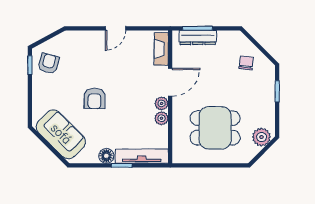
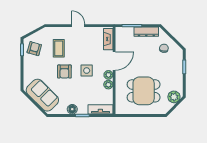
door: (115, 28) -> (78, 26), swing flipped
dresser: (198, 37) -> (146, 32), moved
coffee table: (86, 63) -> (59, 48), added
side table: (128, 97) -> (87, 71), added
tv unit: (142, 156) -> (100, 109), width x0.71

